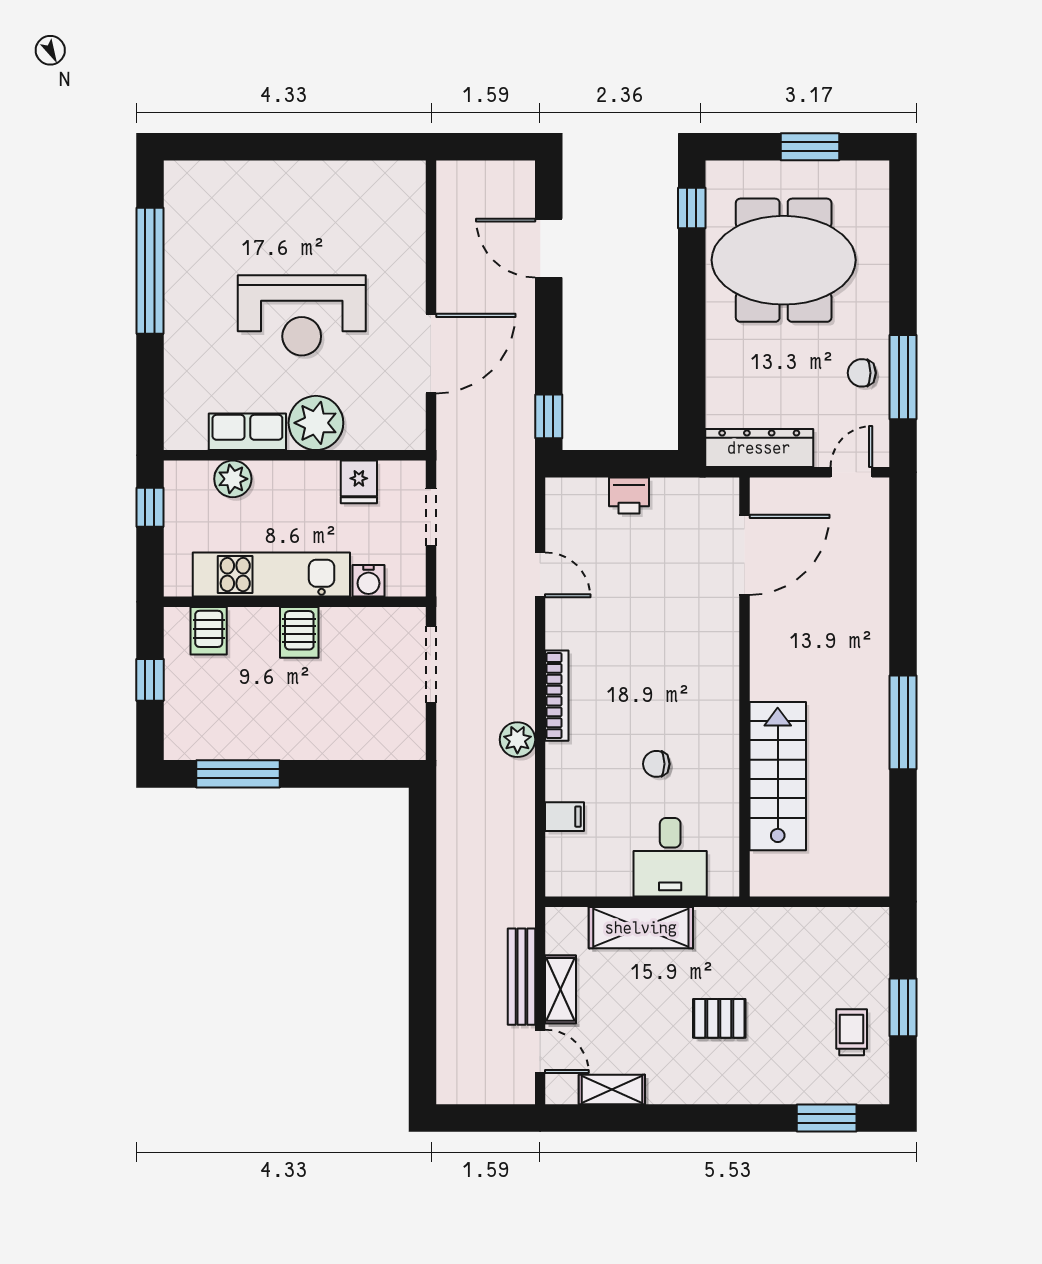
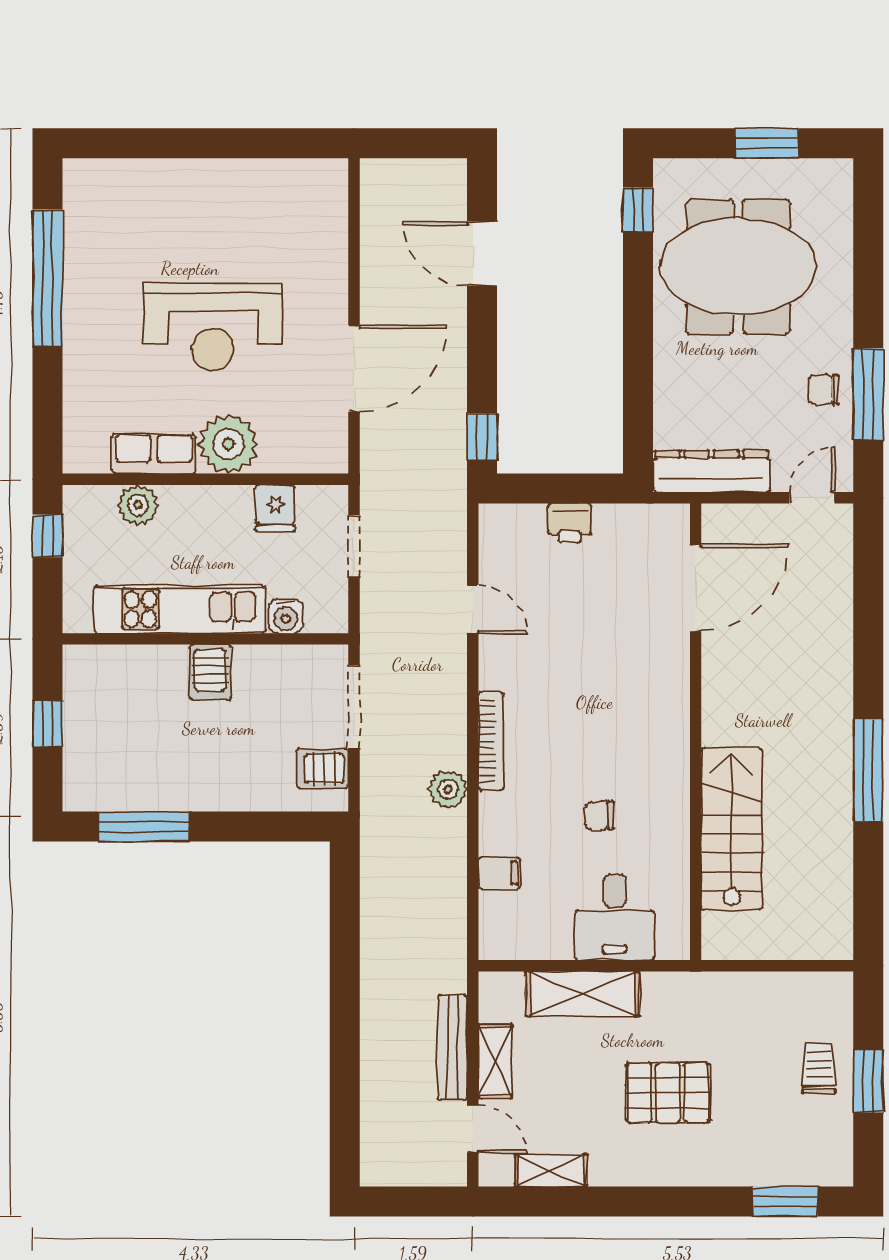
server rack: (209, 631) -> (322, 769), moved, turned 90
pallet: (719, 1018) -> (668, 1093), width x1.50, depth x1.42
trolley: (852, 1032) -> (819, 1068), moved

